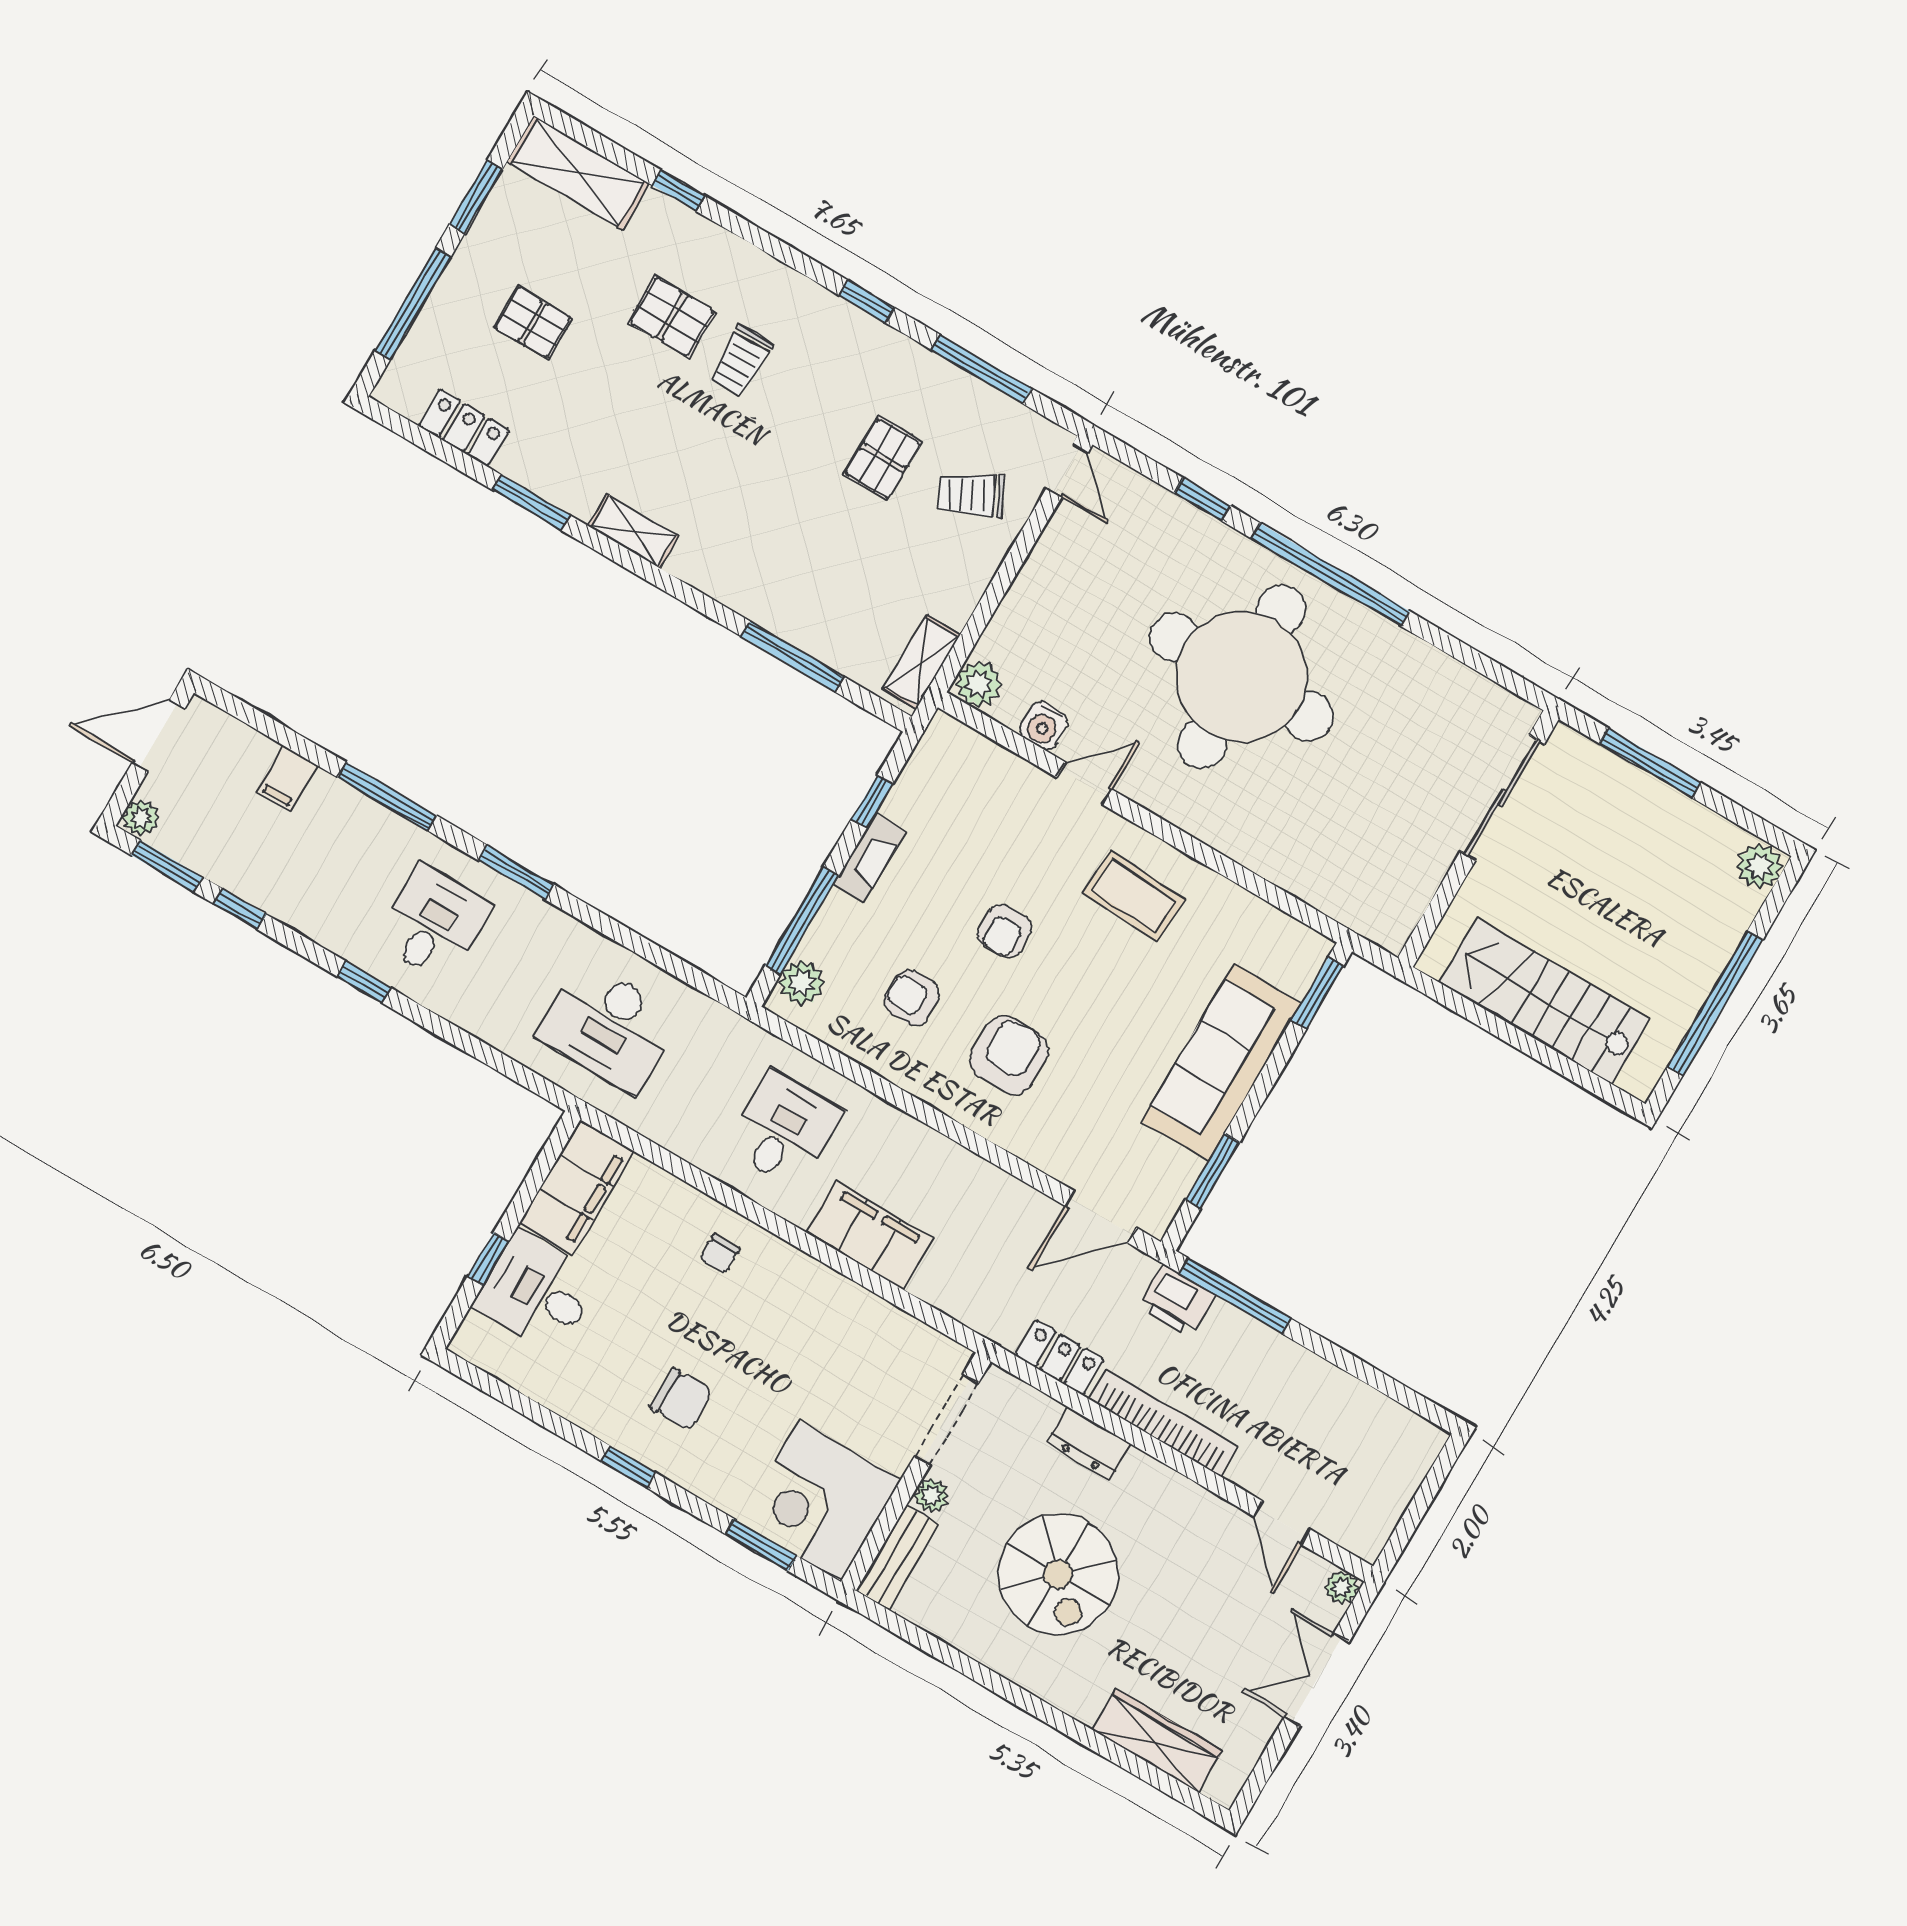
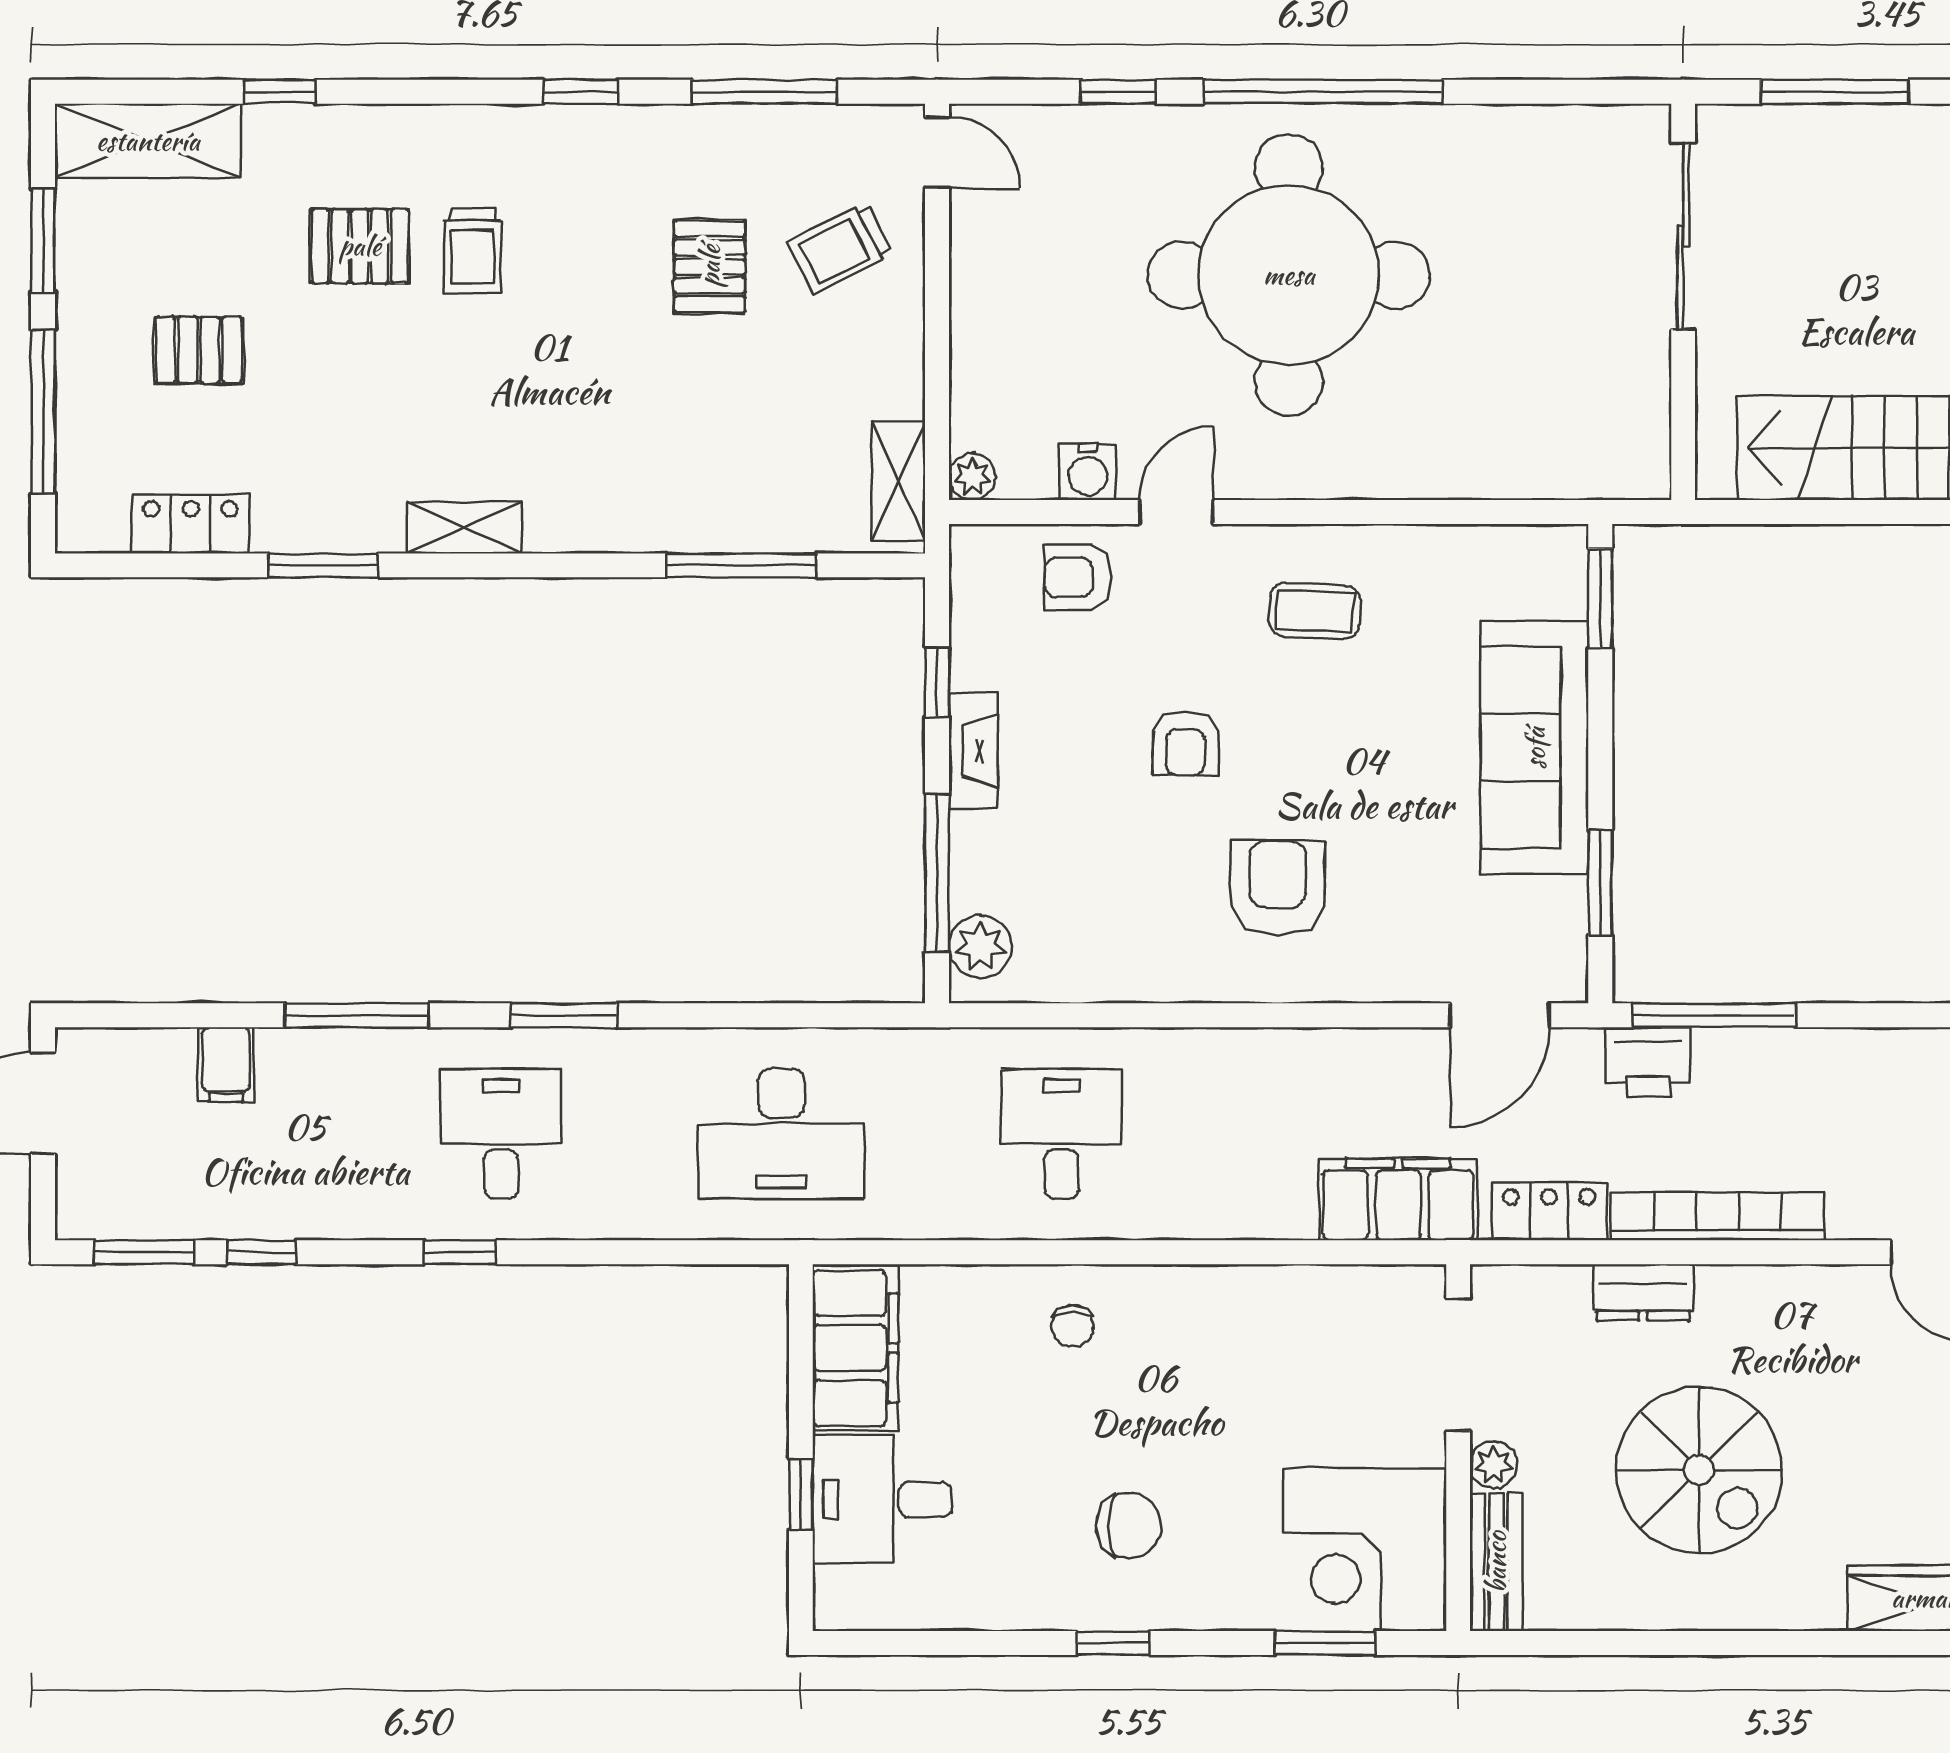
plant: (978, 684) -> (972, 477), width x0.73, depth x0.73
plant: (141, 818) -> (80, 1213), removed
coffee table: (1134, 896) -> (1315, 611), width x0.73, depth x0.77
armchair: (912, 998) -> (1078, 577), moved
filing cabinet: (869, 1235) -> (1398, 1199), moved

